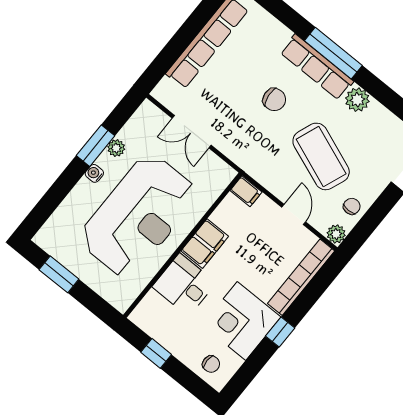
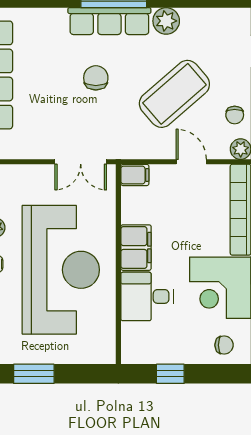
chair: (274, 100) -> (96, 78), turned -83
double door: (192, 132) -> (81, 162), moved
coffee table: (321, 156) -> (174, 94), turned -62
chair: (352, 206) -> (235, 115), turned 180

